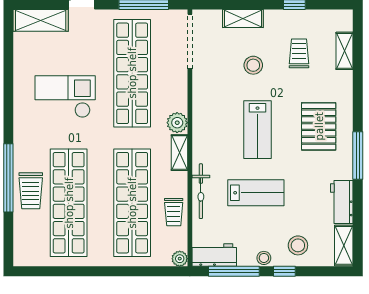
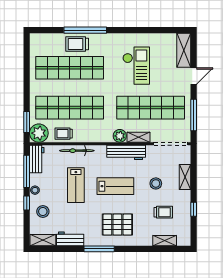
workbench: (204, 112) -> (126, 152), added
lab bench: (258, 130) -> (115, 186), turned 180
shelving: (179, 153) -> (138, 137), moved
plant: (180, 259) -> (39, 133), width x1.87, depth x1.87
window: (155, 271) -> (27, 122), added

